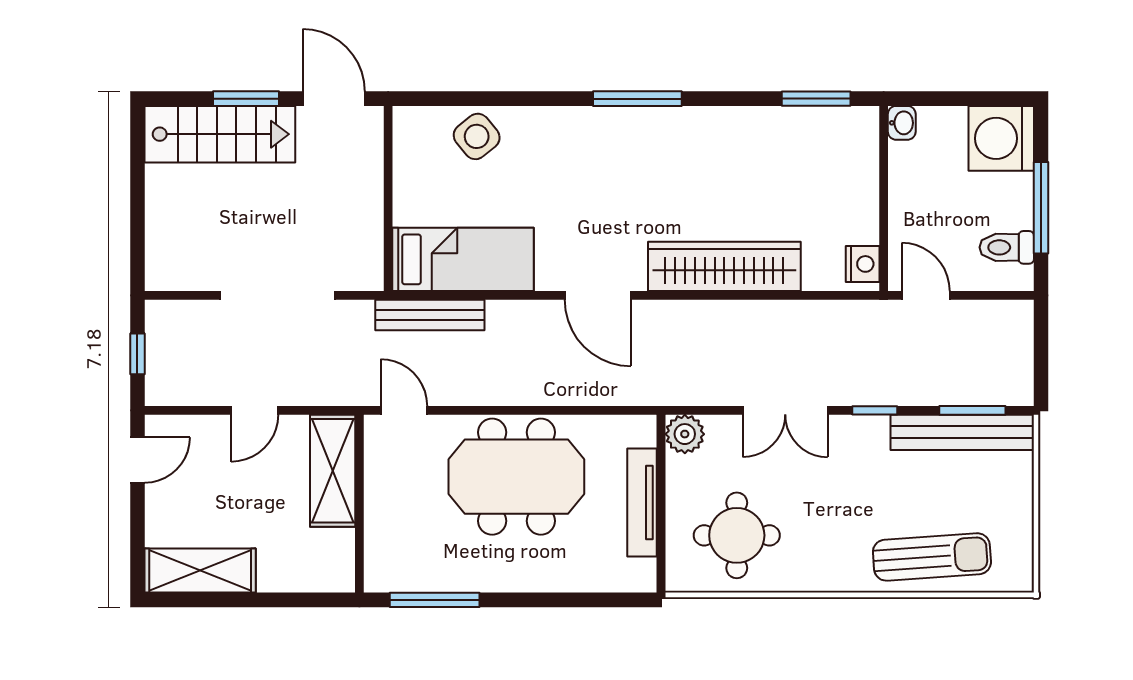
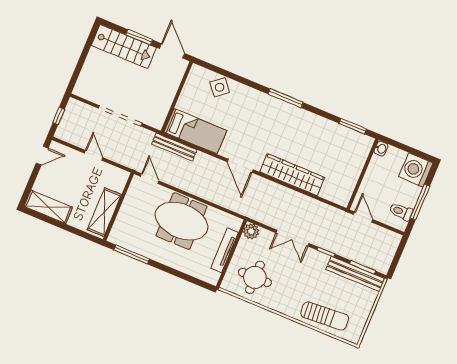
nightstand: (863, 264) -> (344, 195), removed
door: (255, 410) -> (94, 155), swing flipped
shelving: (333, 471) -> (104, 212), moved

